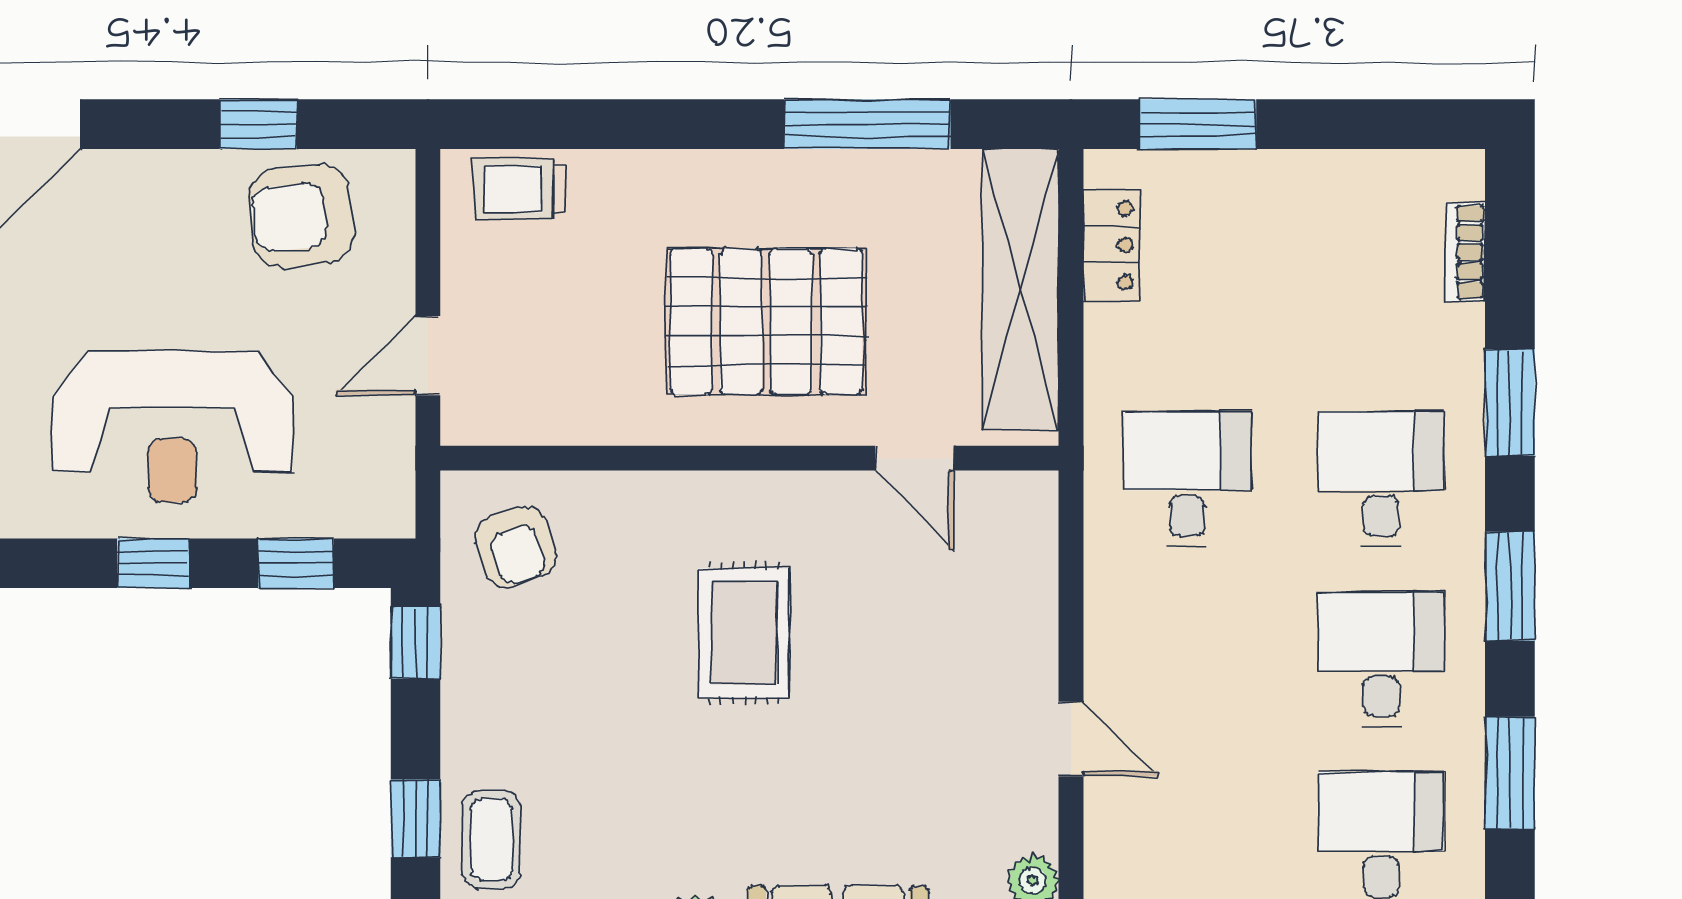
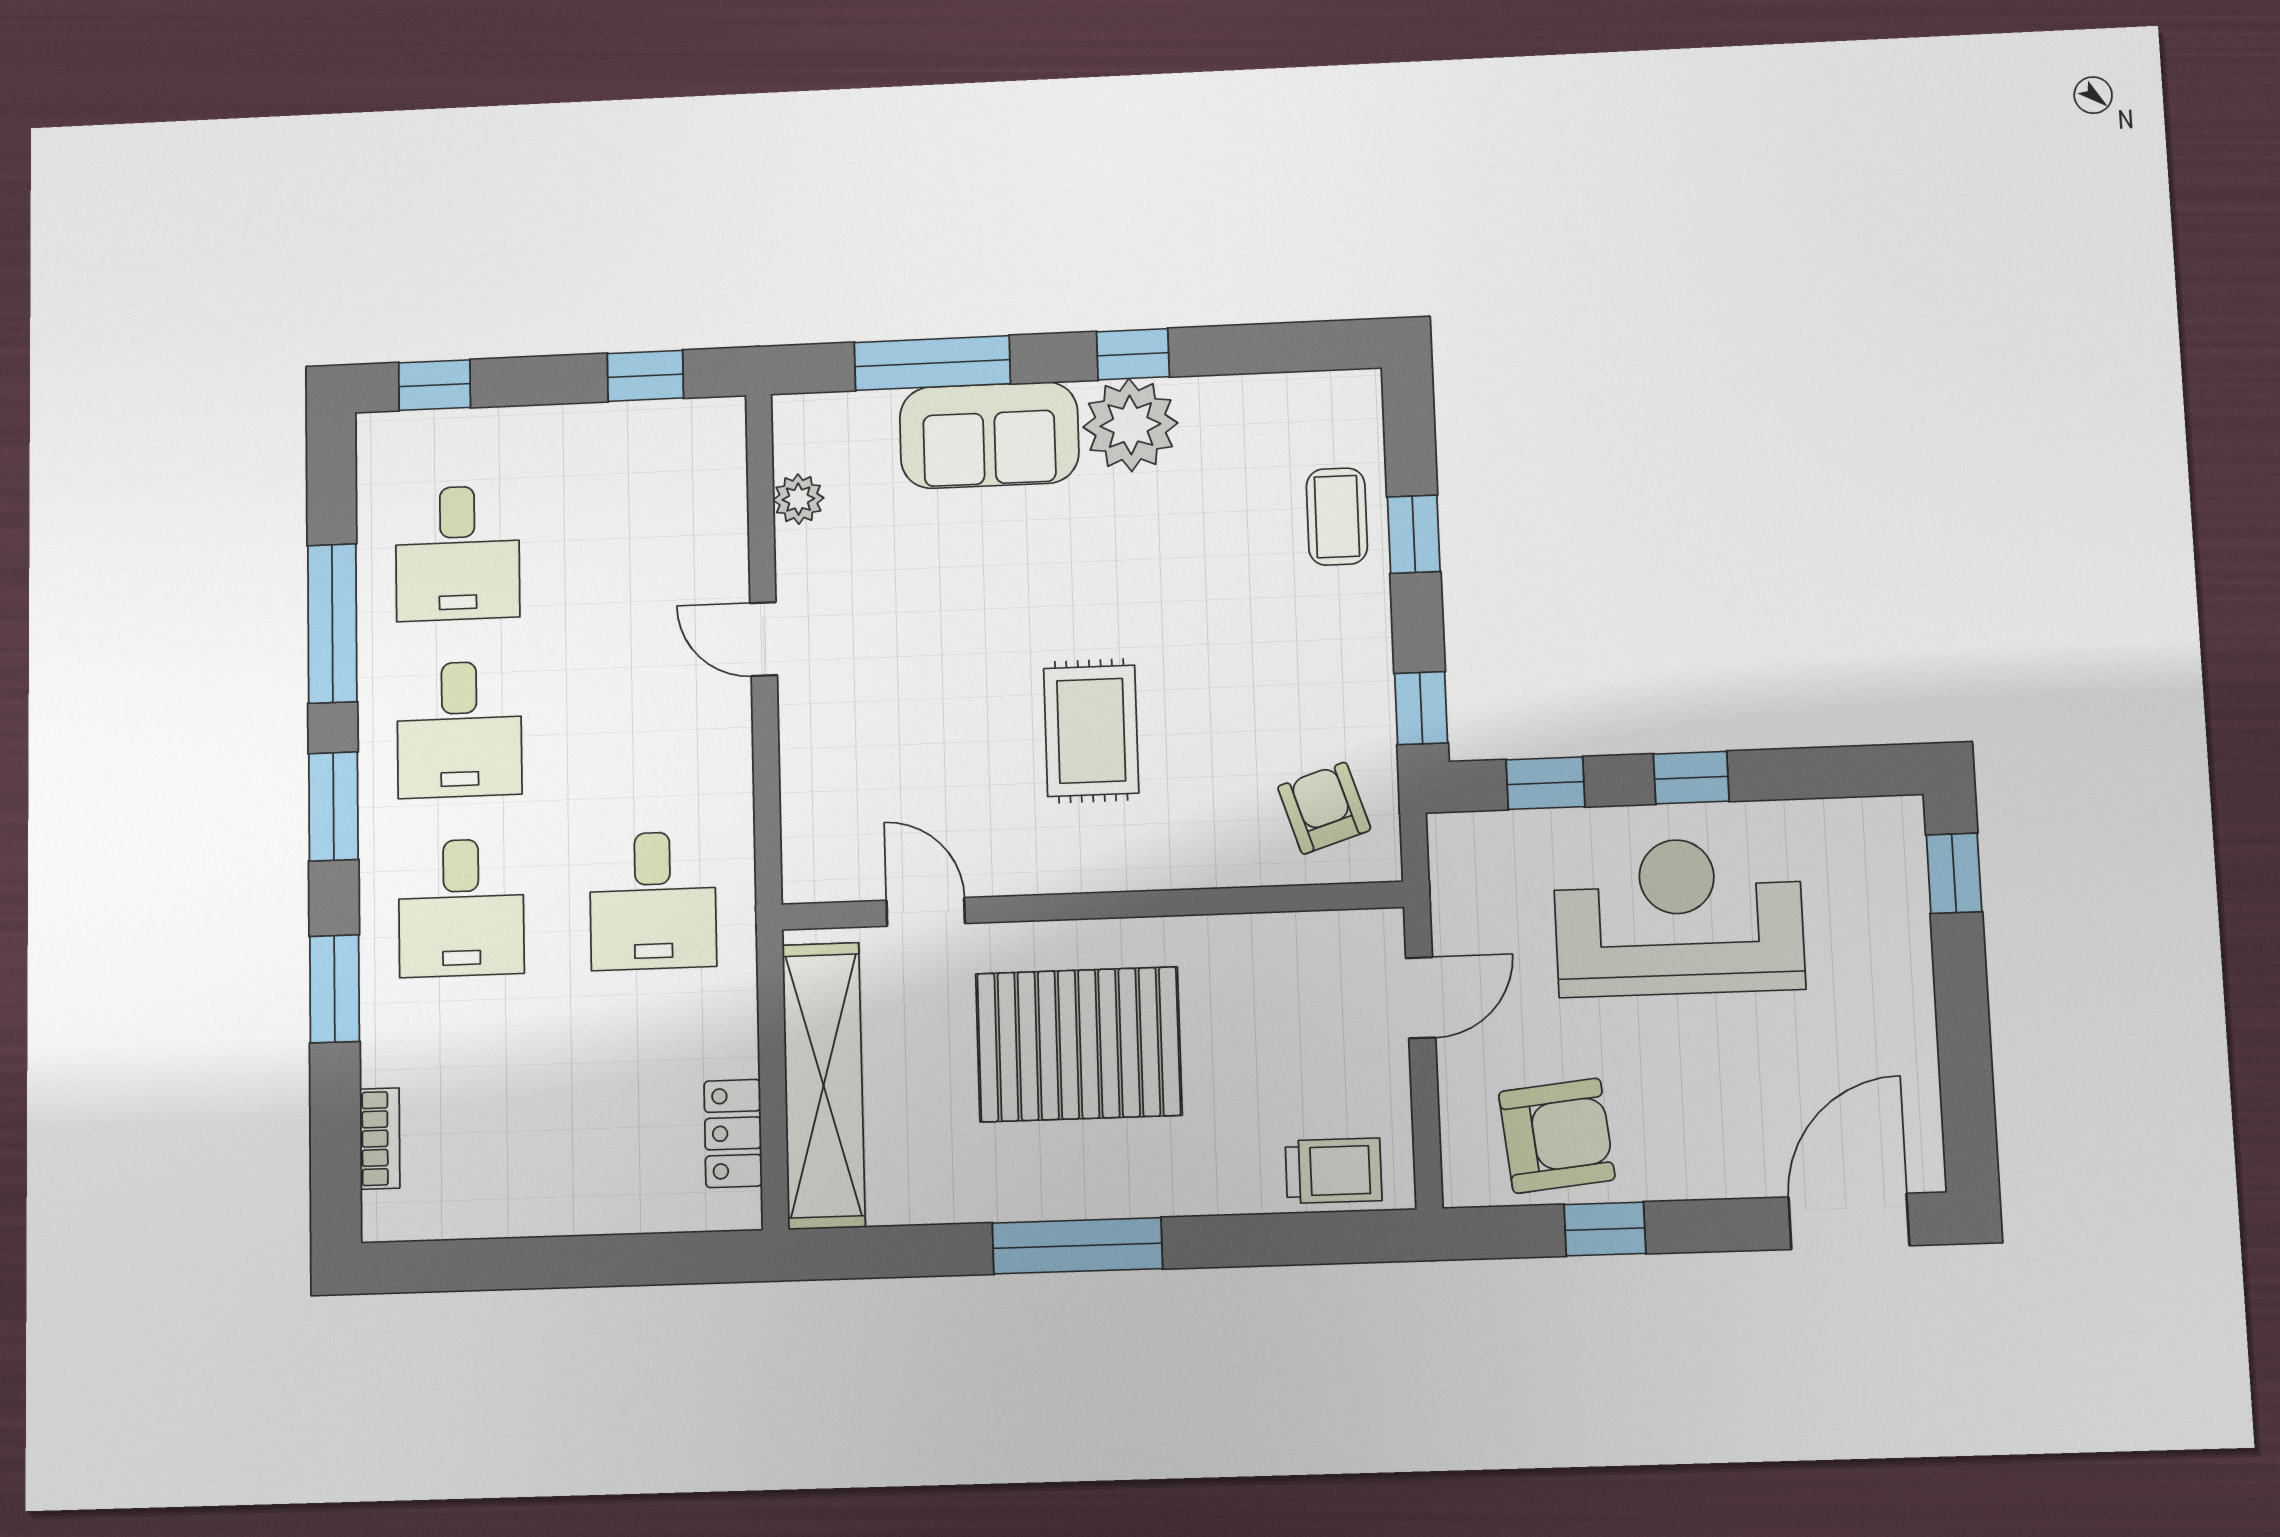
window: (867, 124) -> (1077, 1246), moved
window: (1198, 124) -> (648, 1259), removed
window: (1510, 773) -> (332, 623), width x1.44

